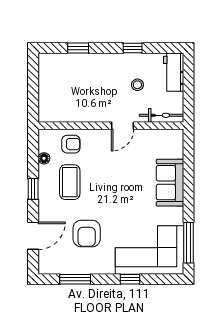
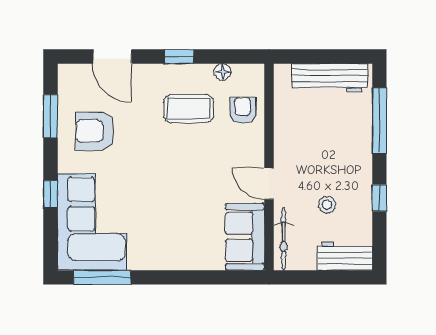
window: (78, 48) -> (379, 120), width x2.17
workbench: (48, 83) -> (330, 78), added
armchair: (71, 144) -> (243, 110), turned 180
sofa: (170, 183) -> (245, 237), moved, turned -90
armchair: (87, 233) -> (95, 131), moved

